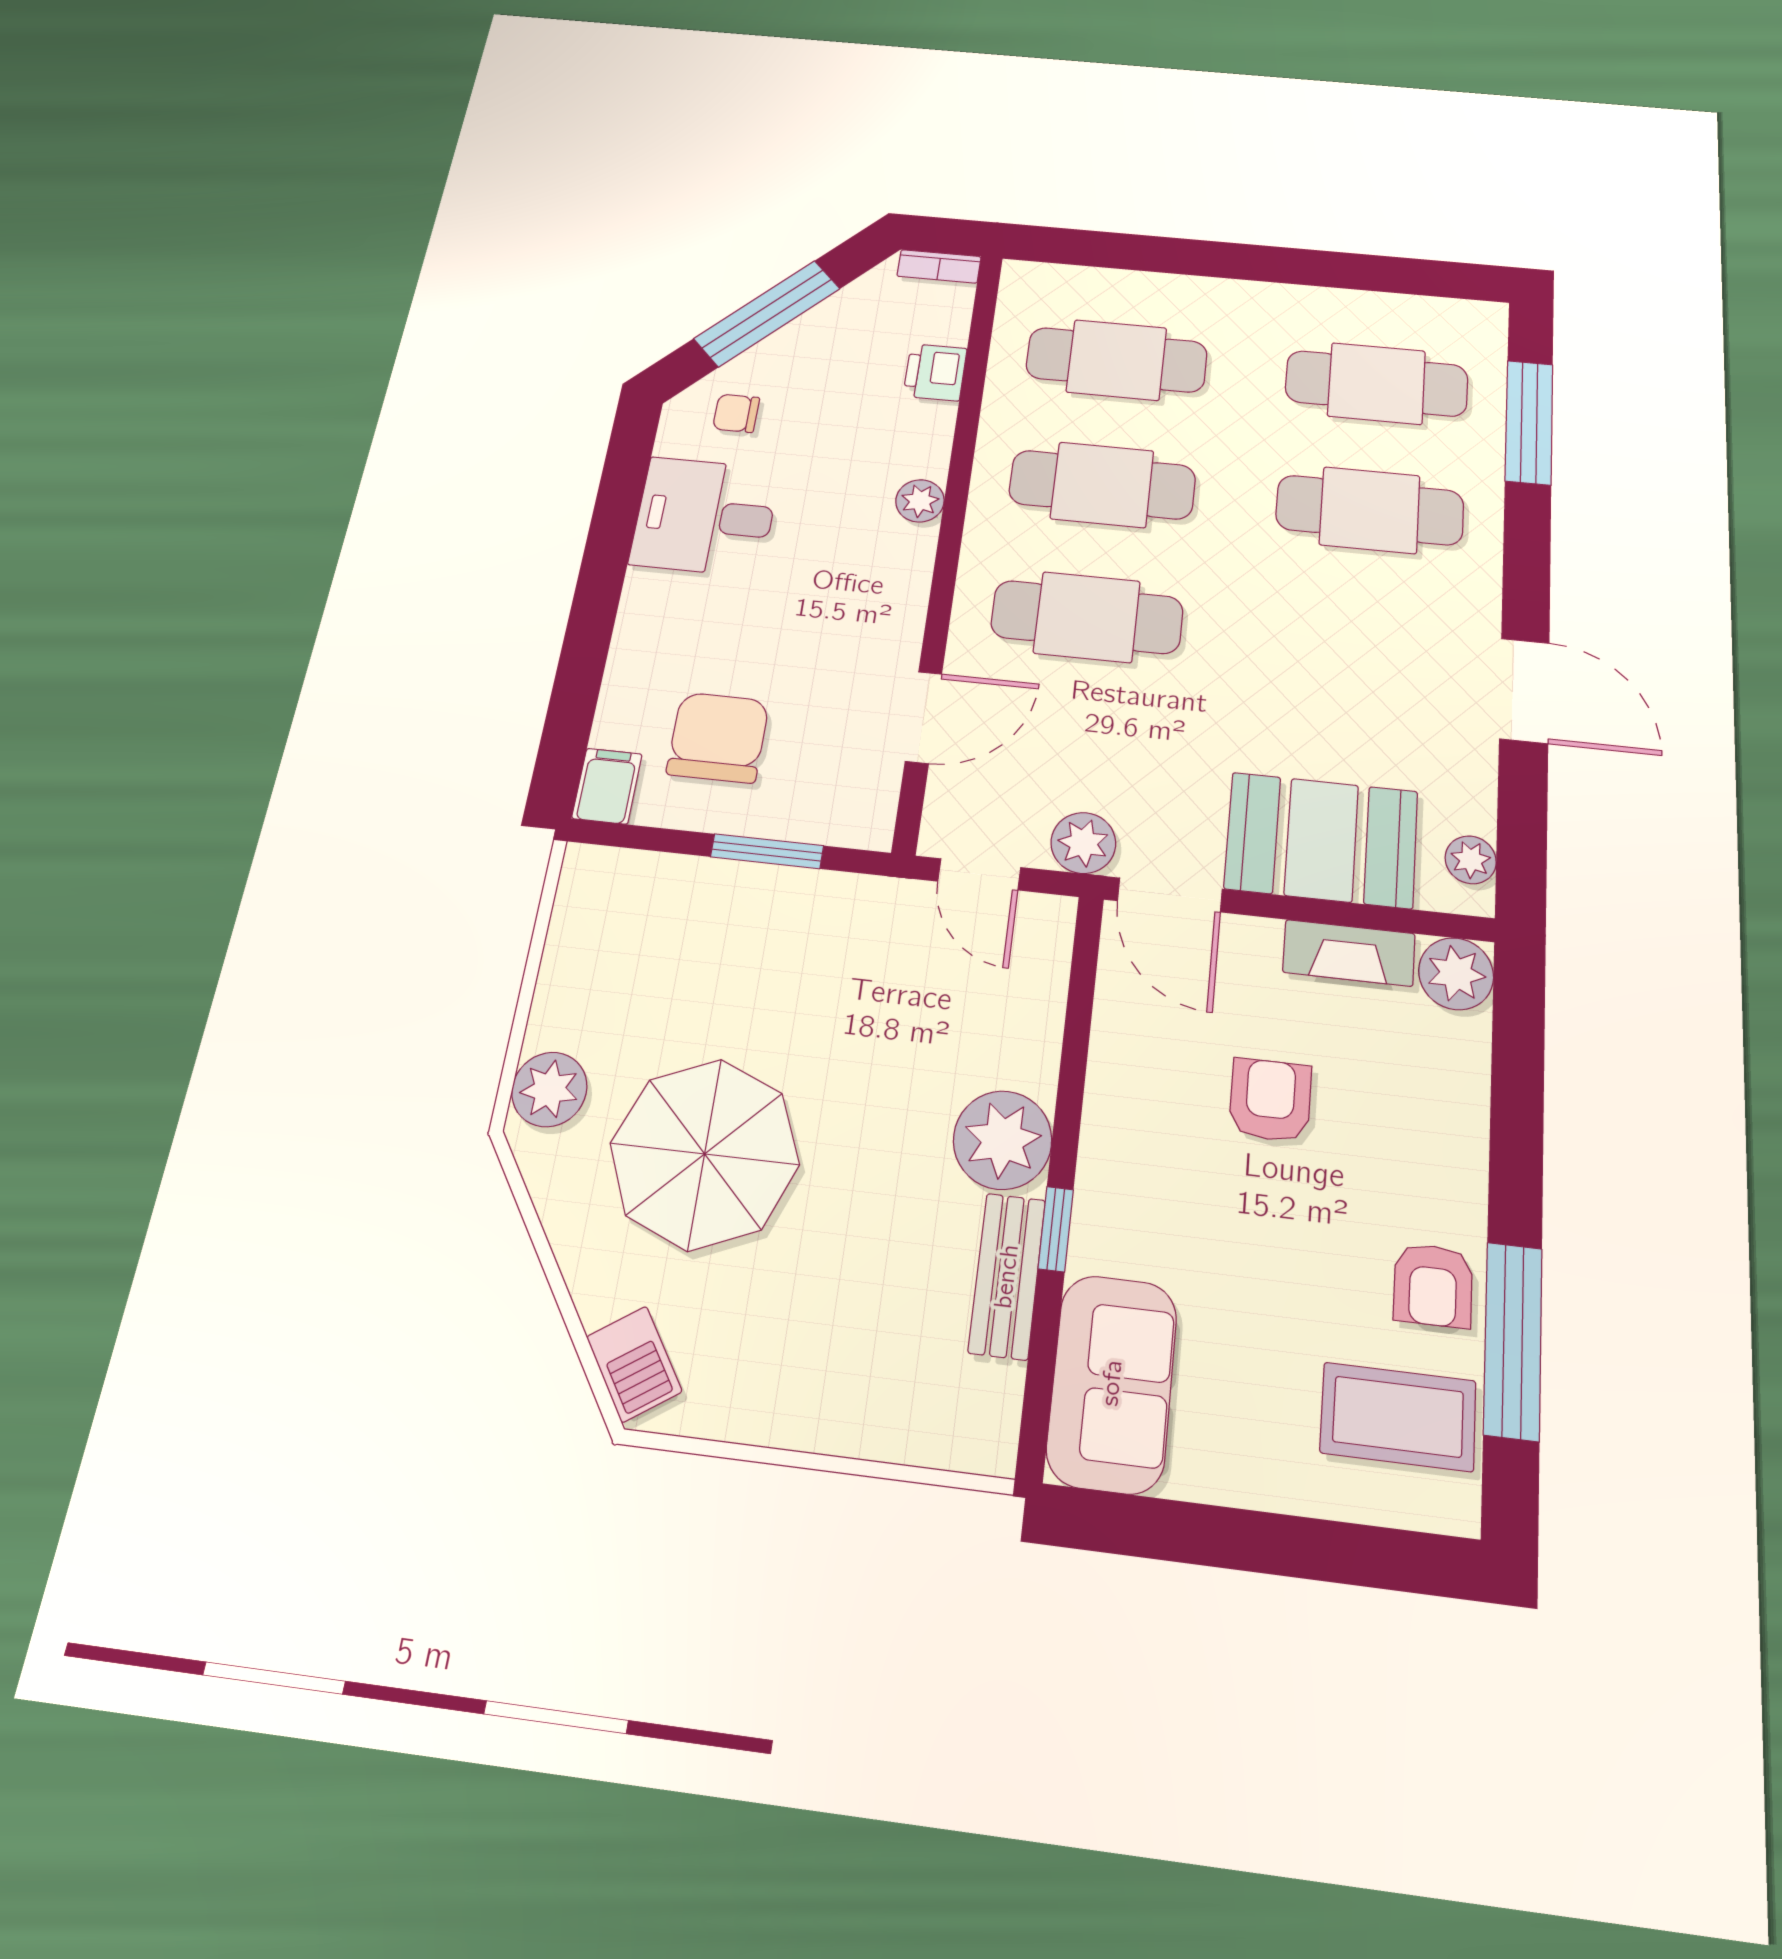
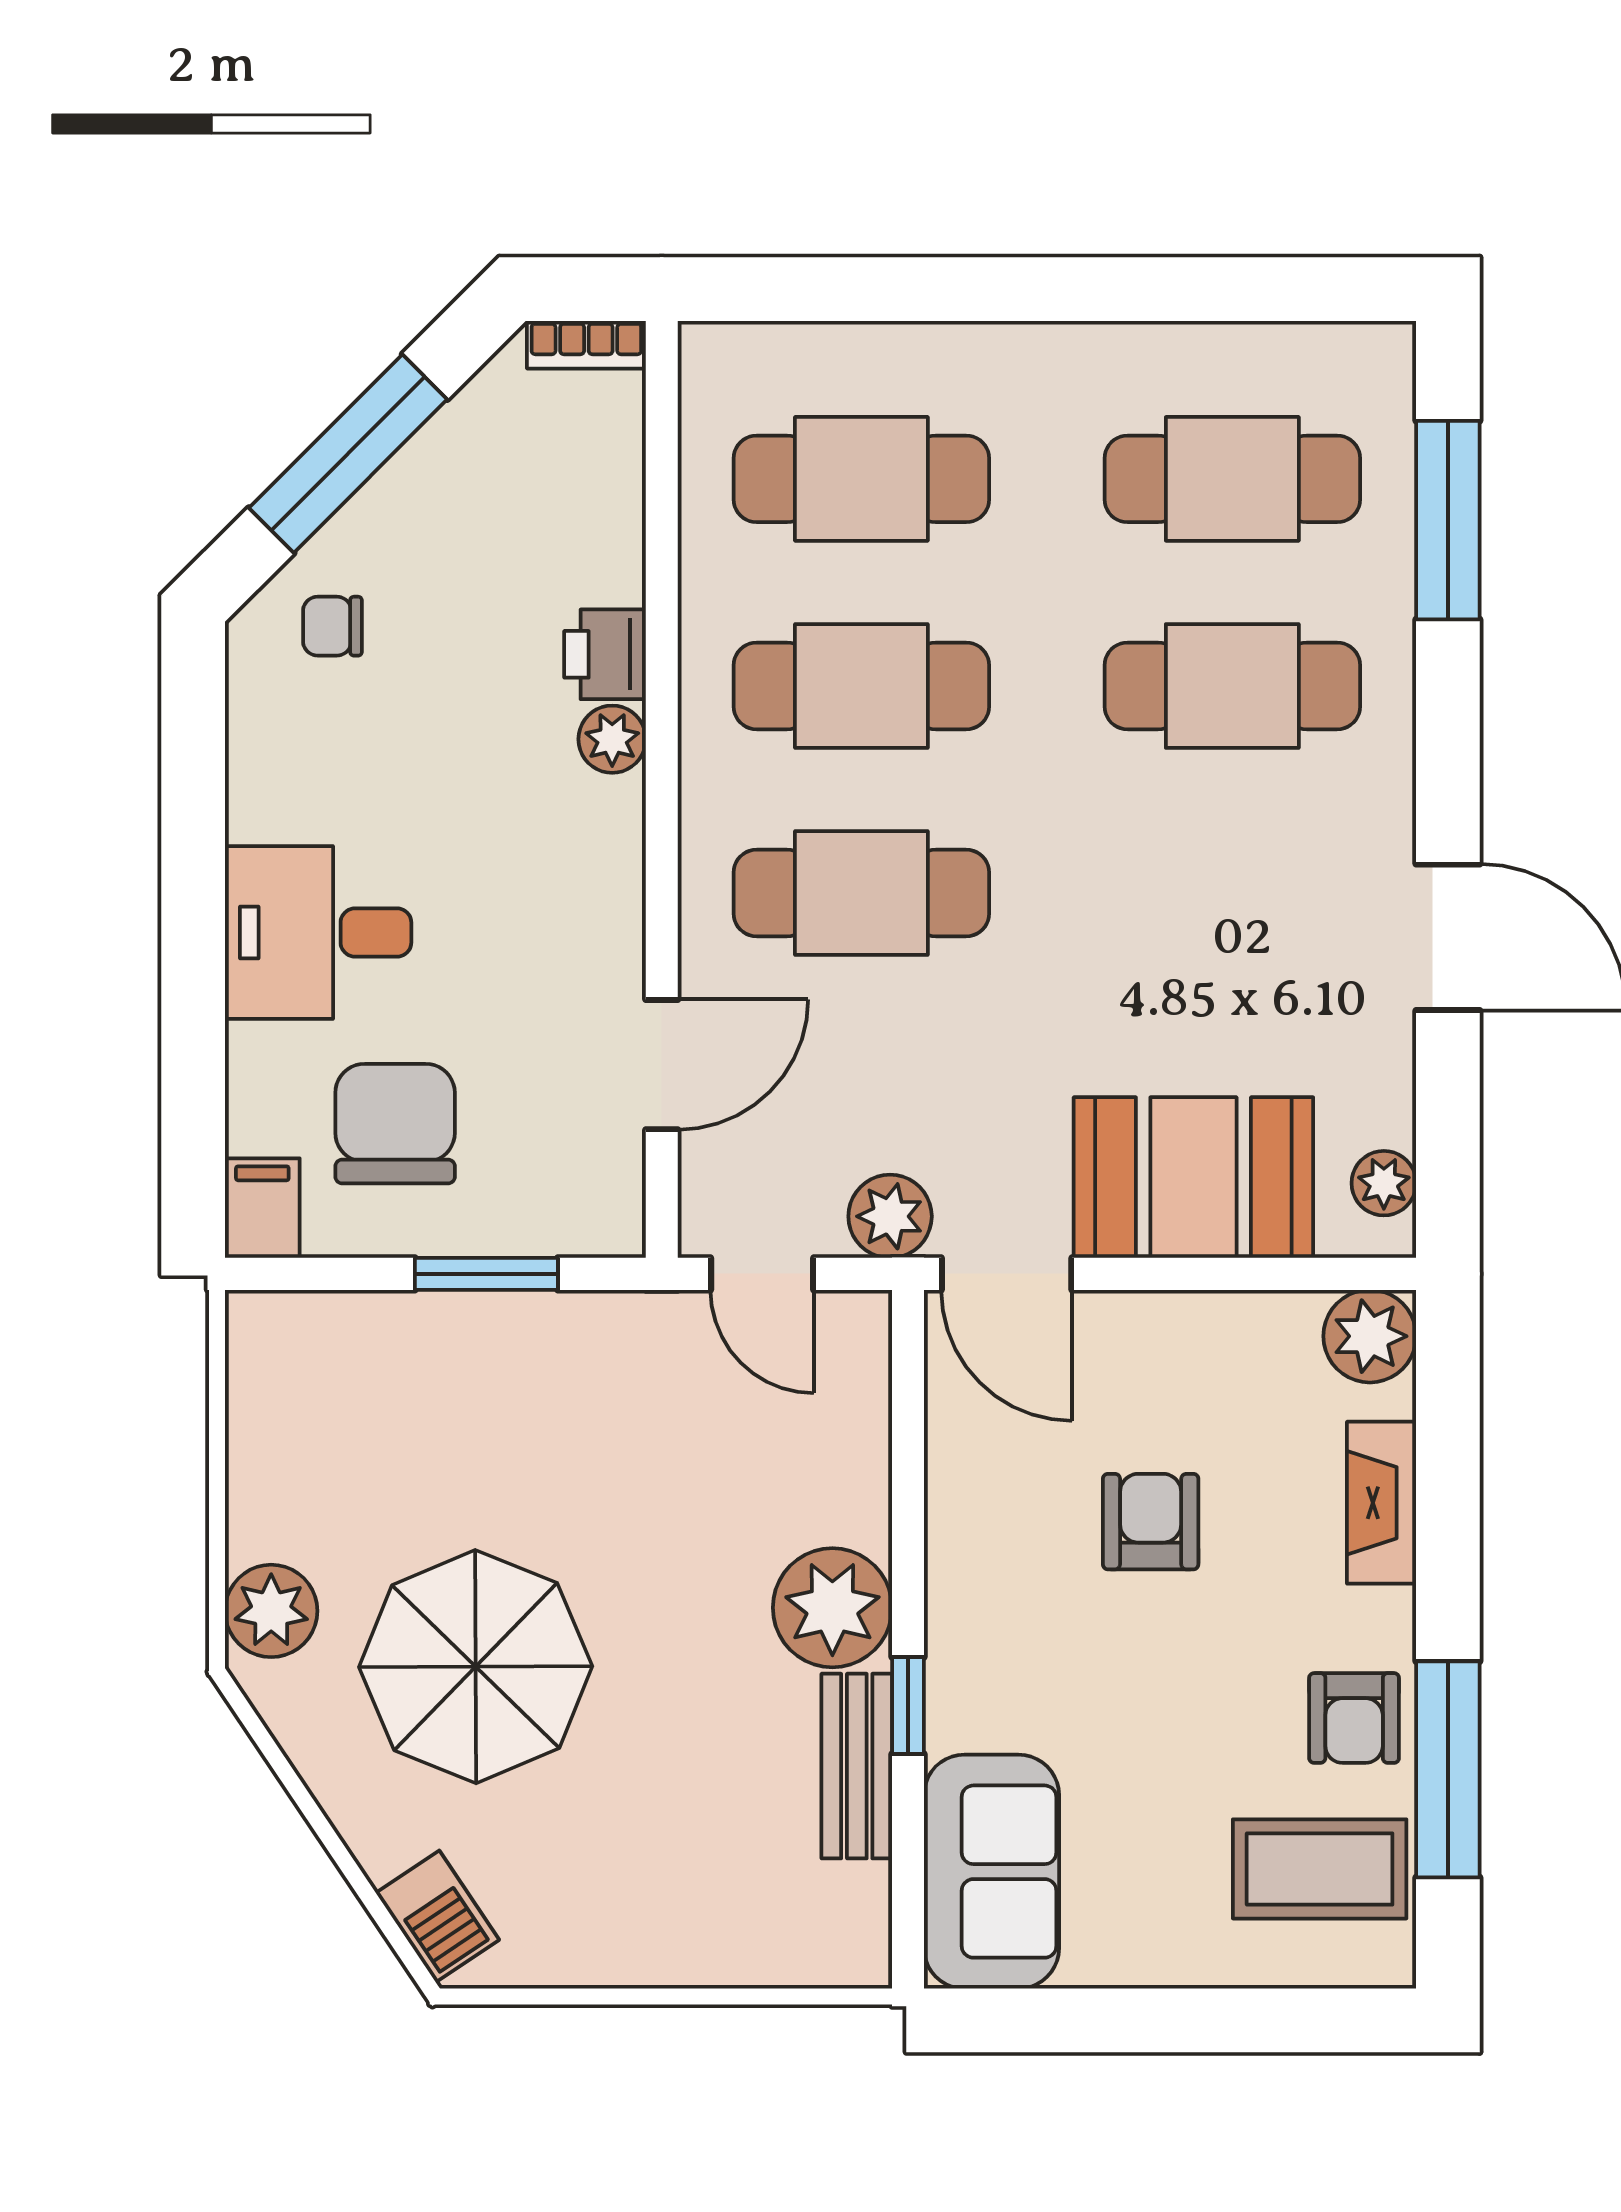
printer: (935, 372) -> (605, 654), moved
desk: (705, 516) -> (318, 932), moved
fireplace: (1349, 953) -> (1382, 1503), moved, turned 90

